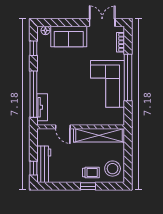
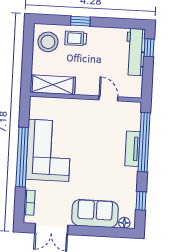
tv unit: (42, 107) -> (132, 149), moved
shelving: (99, 135) -> (53, 85), width x0.68

